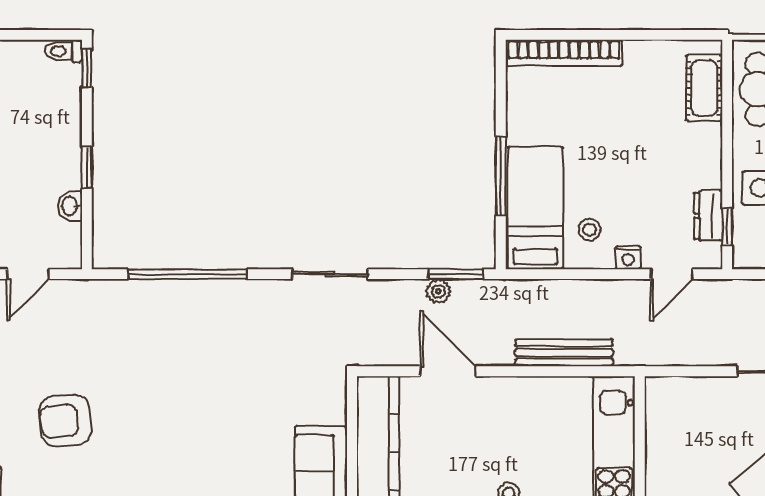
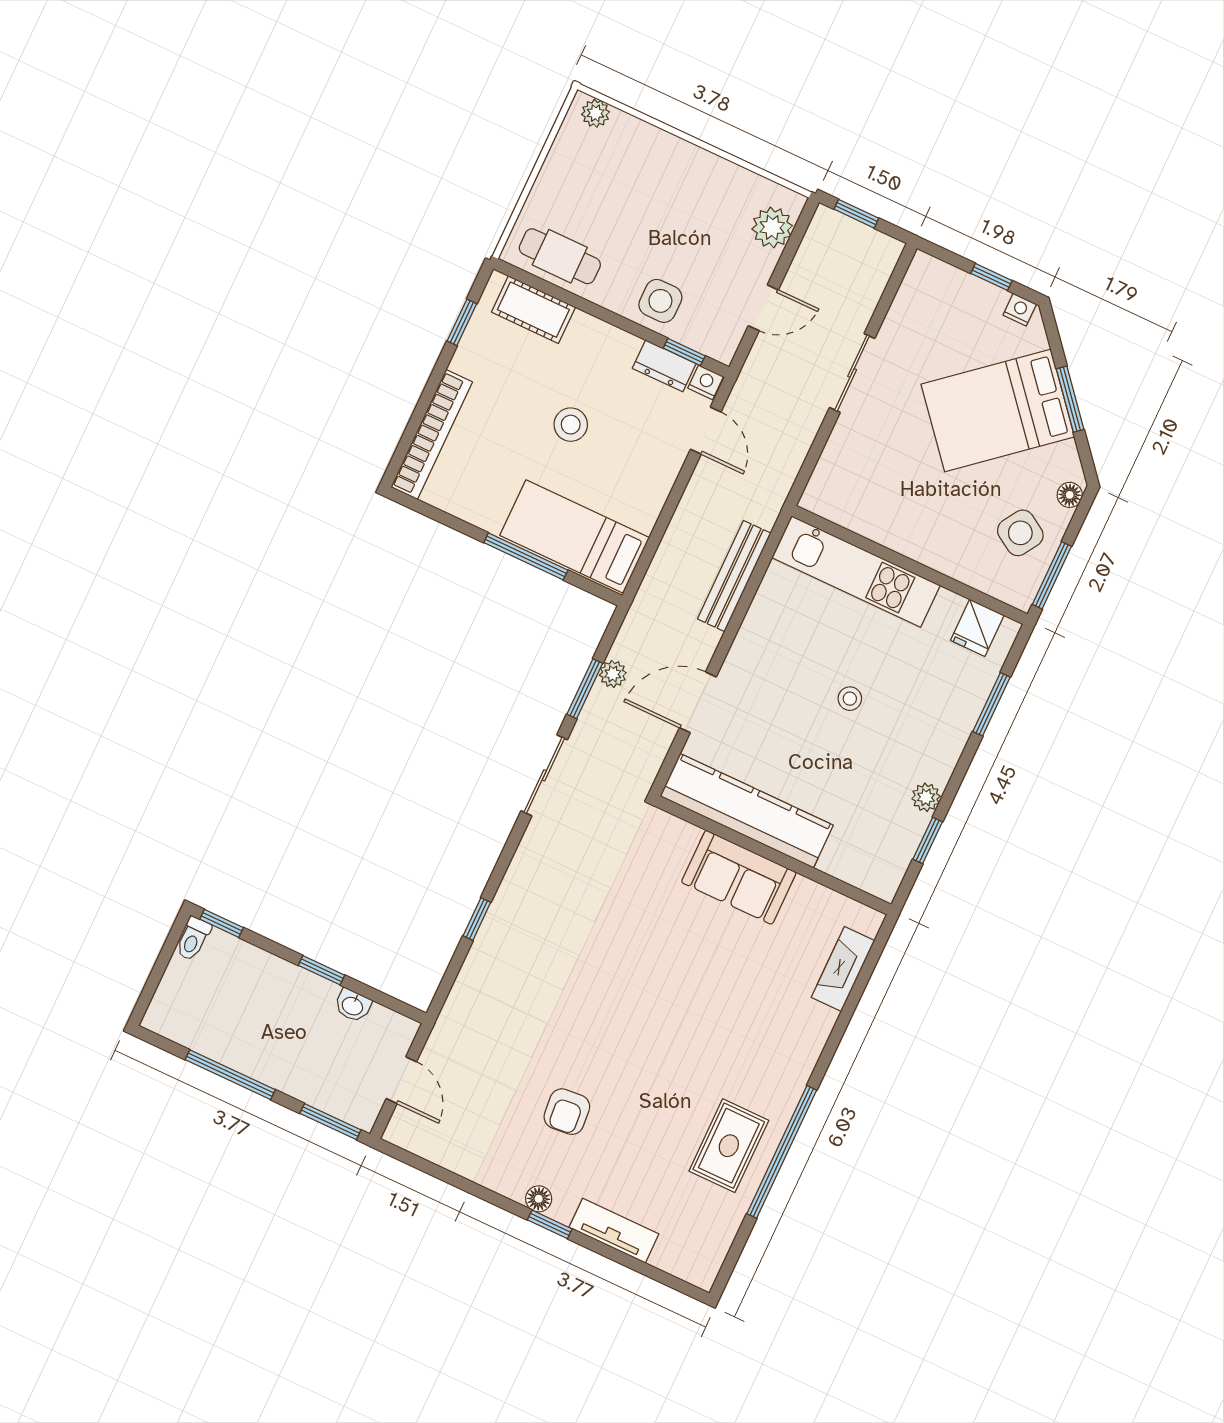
window: (667, 35) -> (462, 322), added
stool: (590, 230) -> (571, 425), moved, width x1.37, depth x1.37
nightstand: (628, 258) -> (706, 382), moved, turned -90
window: (188, 274) -> (477, 919), width x0.32
window: (455, 274) -> (585, 689), moved
armchair: (65, 421) -> (567, 1112), width x0.72, depth x0.72

